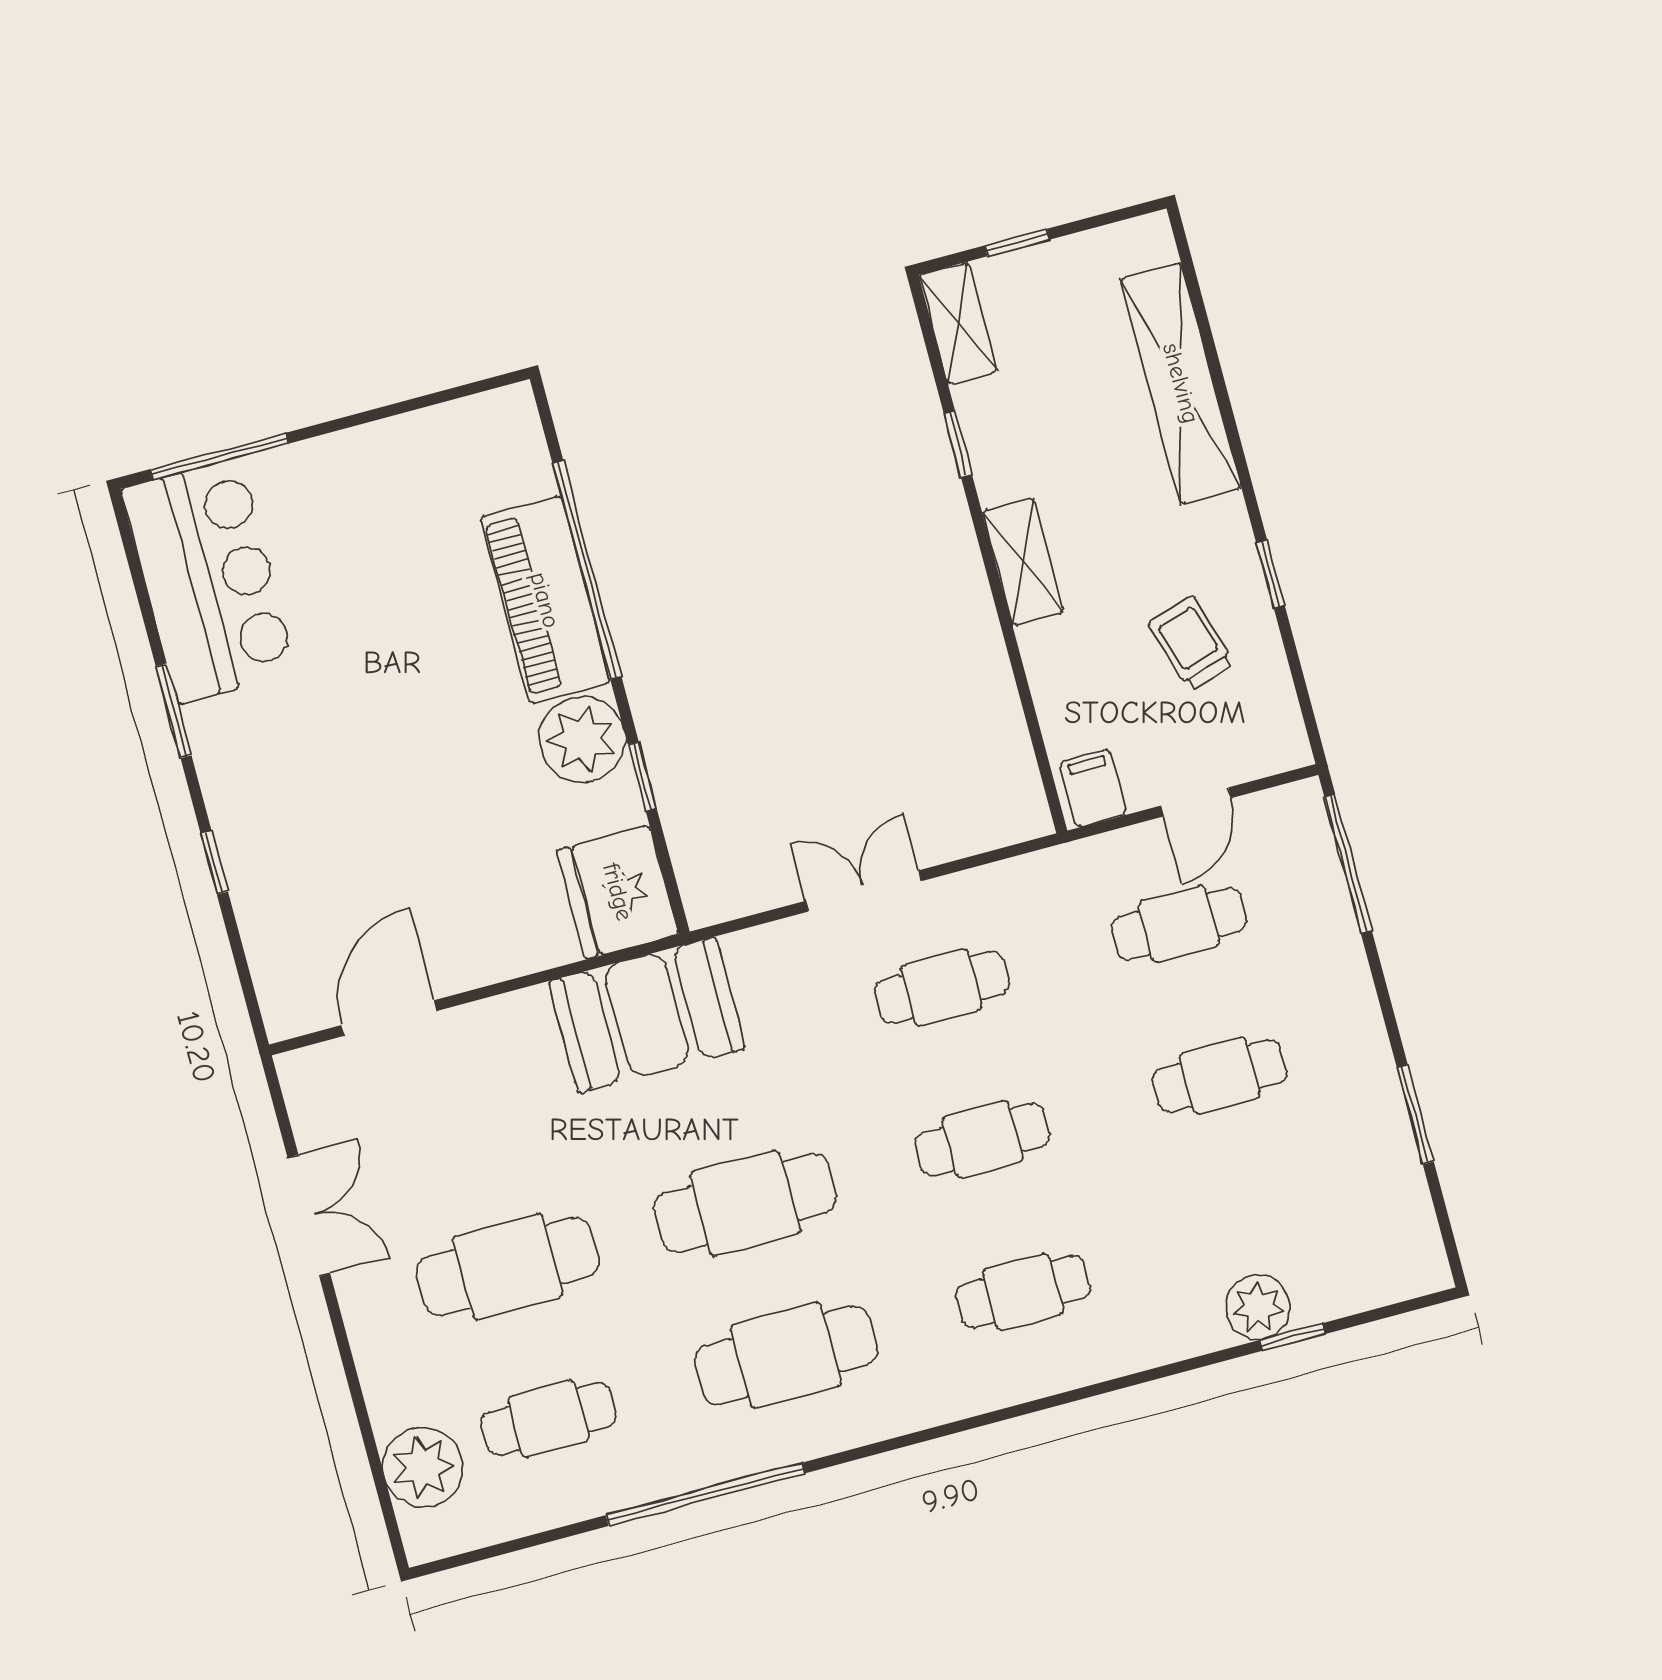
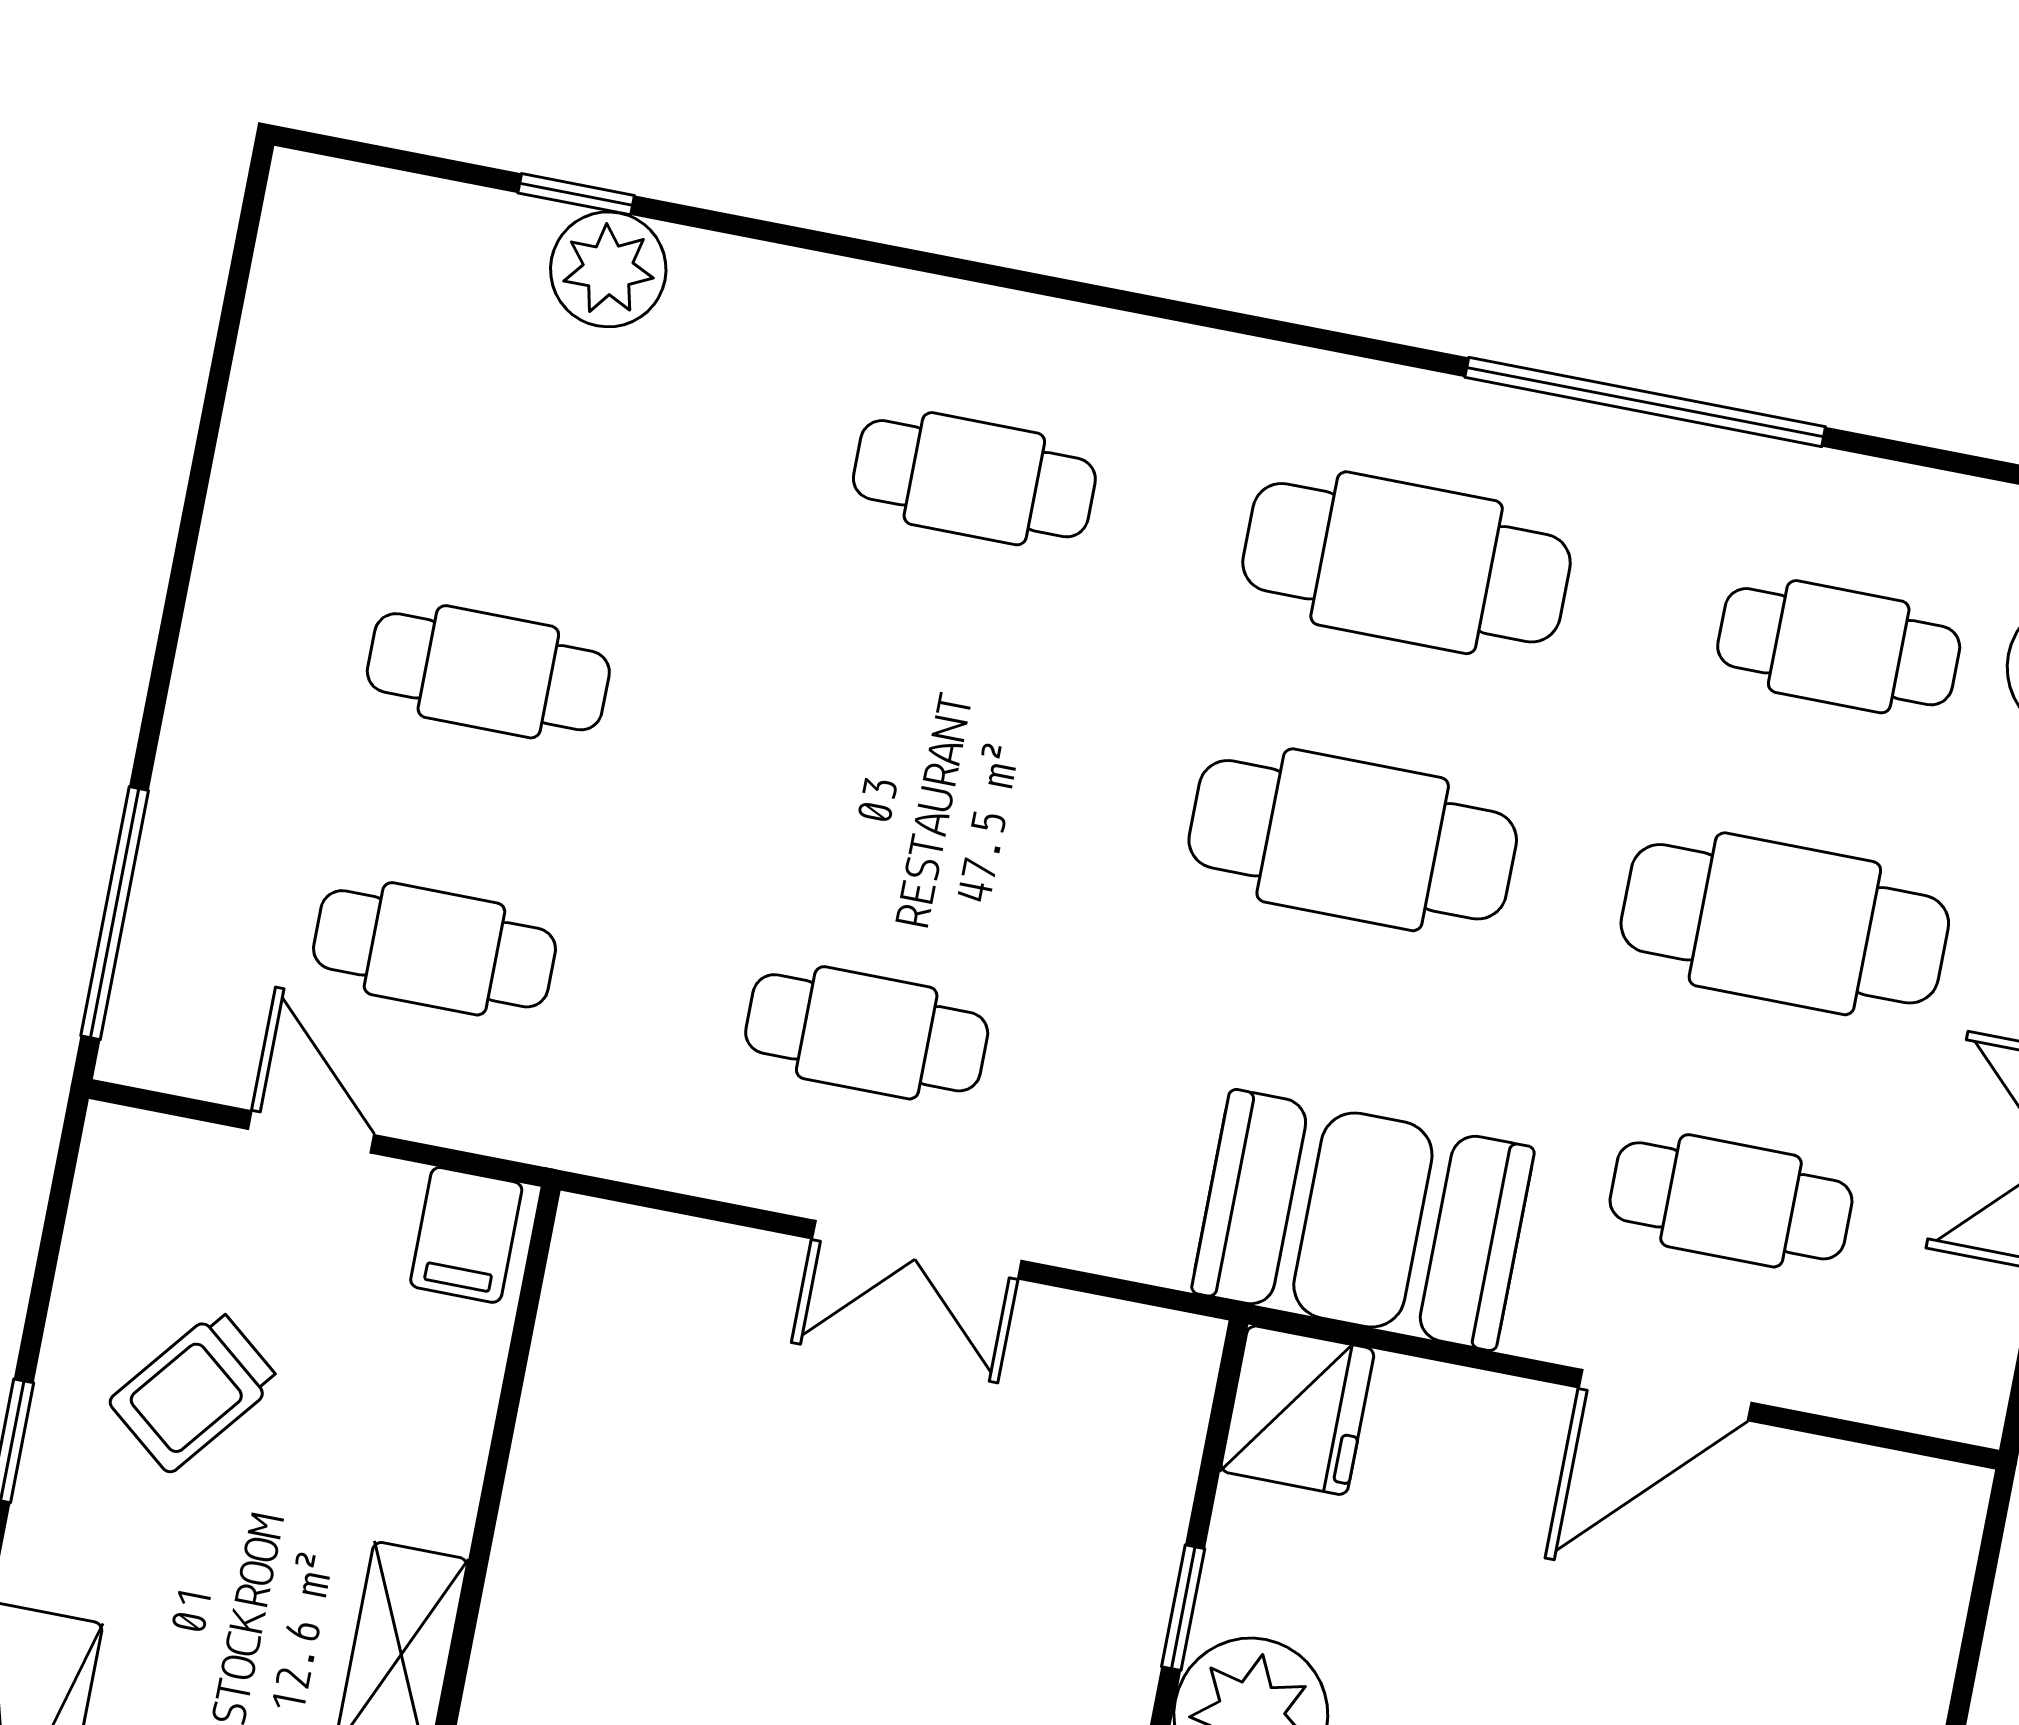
trolley: (1191, 643) -> (194, 1391), turned 56
door: (1196, 802) -> (311, 1132), hinge flipped
fridge: (618, 892) -> (1297, 1410), width x0.73, depth x0.75
door: (389, 1018) -> (1665, 1395), moved
window: (1415, 1114) -> (204, 456), removed
cafe table: (982, 1140) -> (1731, 1201), moved

